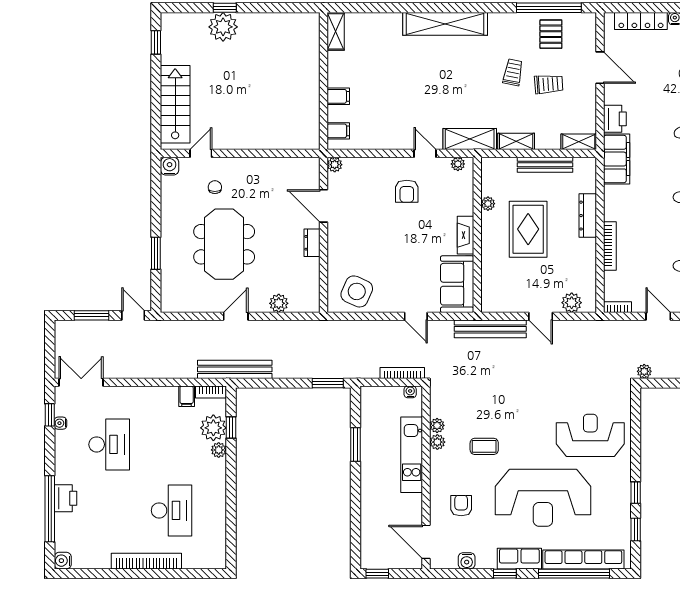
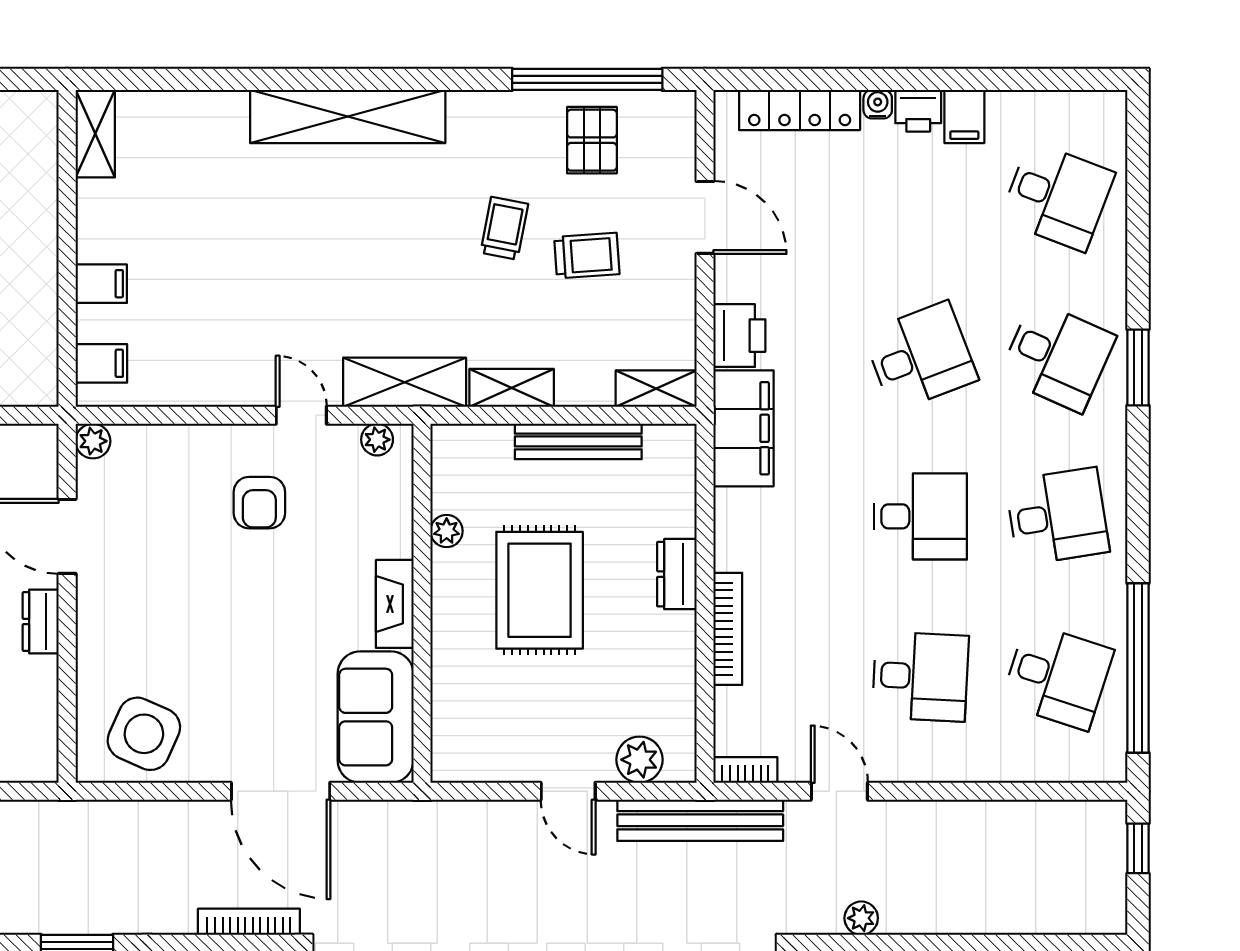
dresser: (588, 216) -> (677, 574), width x0.70
door: (416, 316) -> (281, 791), width x1.88
bench: (490, 329) -> (700, 820), moved
plant: (644, 371) -> (861, 918), moved

